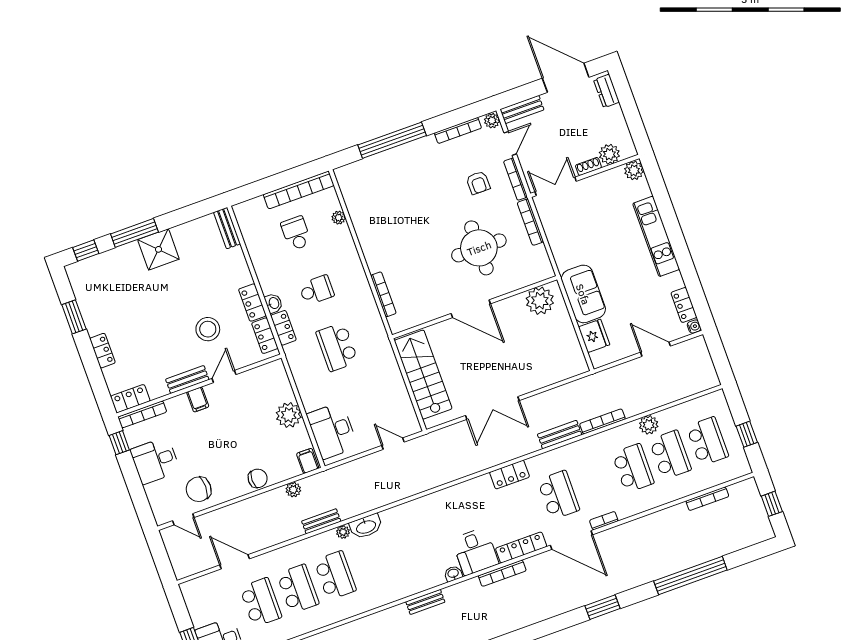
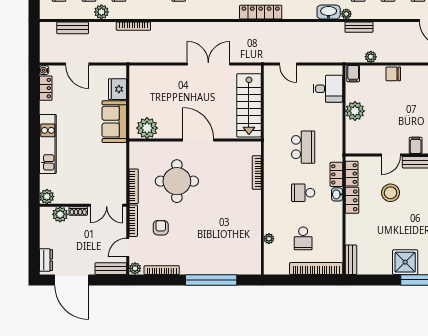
bookcase: (299, 190) -> (316, 269), moved
desk: (332, 431) -> (328, 89), width x0.73
bench: (560, 435) -> (73, 28), moved
locker: (510, 475) -> (261, 12), moved, width x1.53

